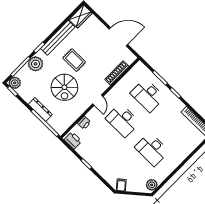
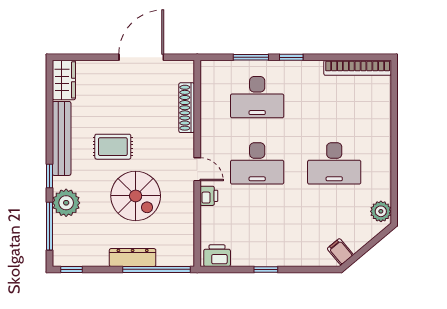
plant: (15, 83) -> (63, 256), removed
printer: (84, 123) -> (209, 196), moved

